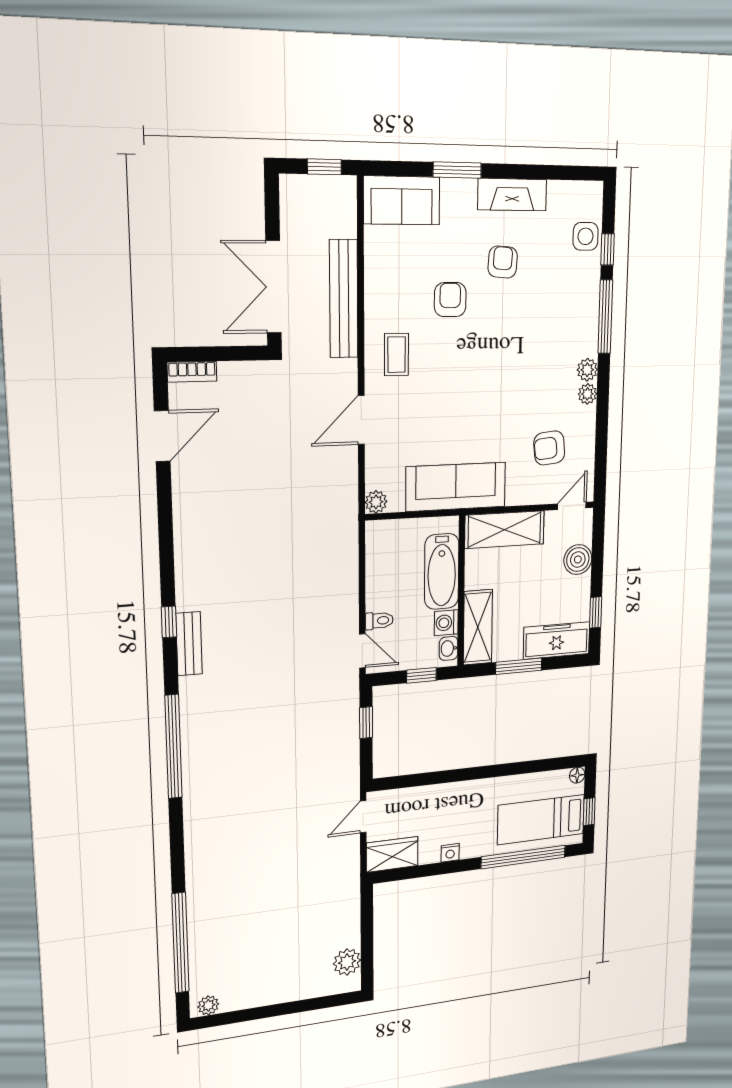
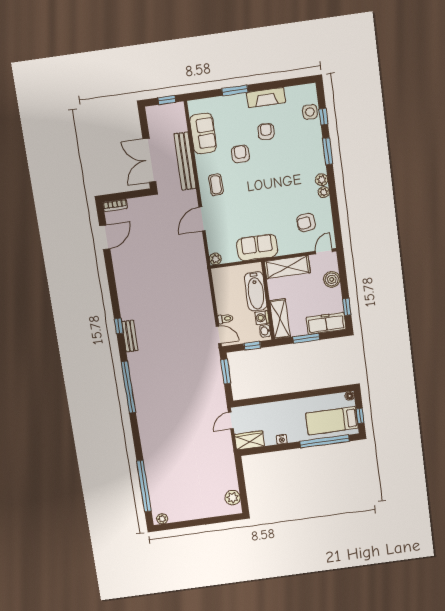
sofa: (402, 200) -> (203, 133), moved, turned -90
window: (605, 317) -> (328, 151), width x0.69
sofa: (456, 487) -> (257, 247), width x0.73
window: (366, 723) -> (226, 371), width x1.50

